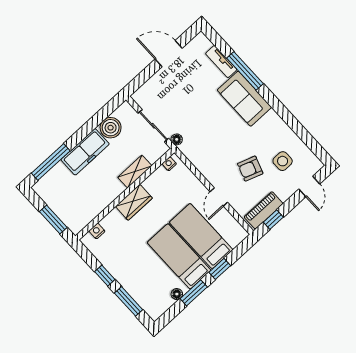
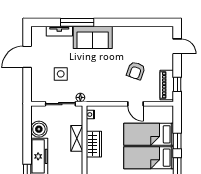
side table: (283, 161) -> (61, 74), moved
wardrobe: (134, 202) -> (94, 144), moved

